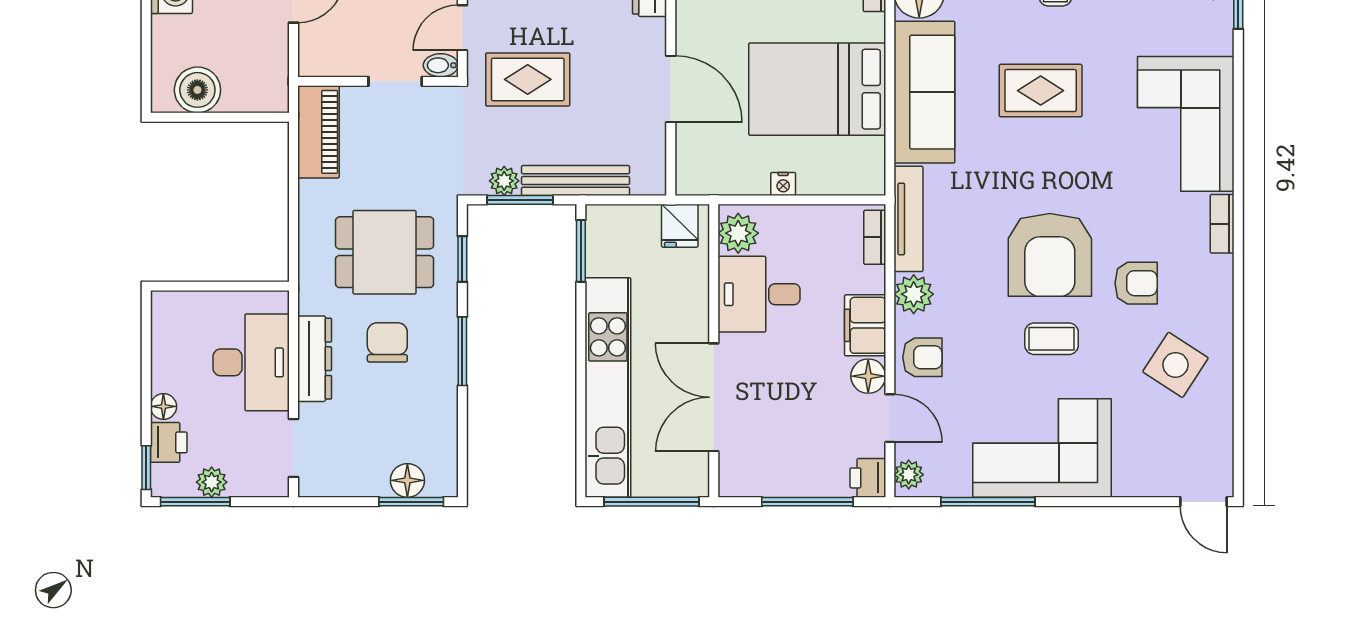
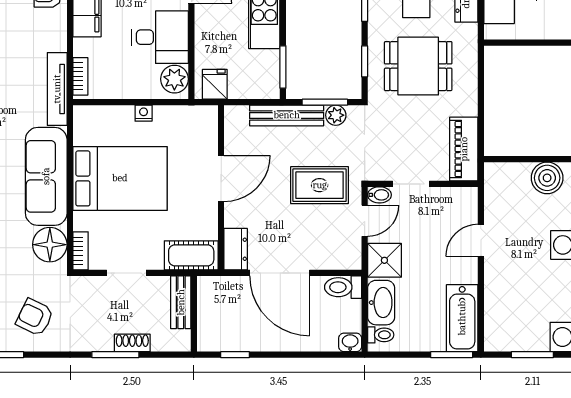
door: (671, 89) -> (221, 179), swing flipped
plant: (914, 294) -> (54, 37), removed

